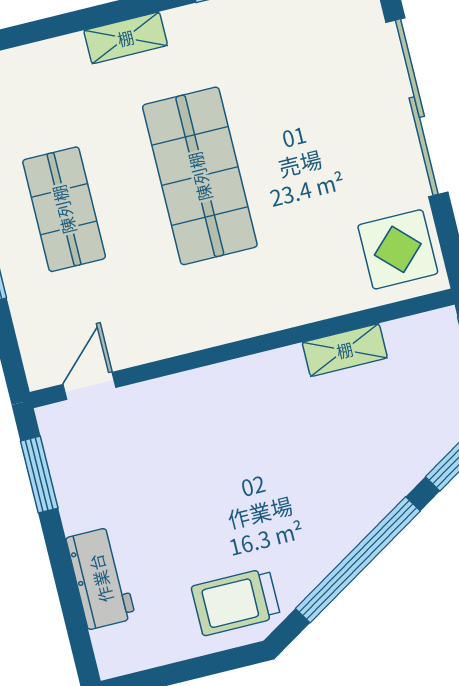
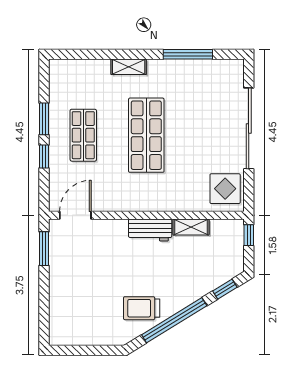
door: (90, 386) -> (75, 215), width x1.38
workbench: (101, 578) -> (150, 230), moved, turned 90
trolley: (236, 602) -> (142, 308), moved

